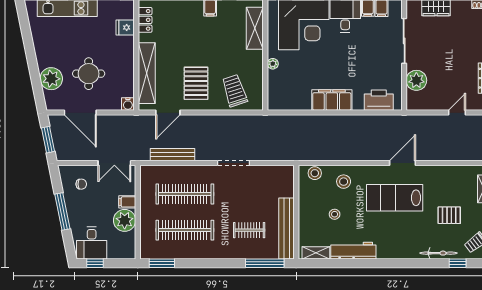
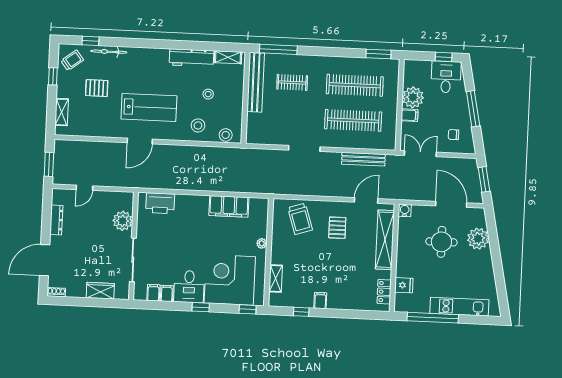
shelving: (255, 28) -> (276, 278), width x0.67, depth x0.75
pallet: (196, 83) -> (337, 228), width x0.67, depth x0.71
filing cabinet: (332, 100) -> (229, 206), moved

